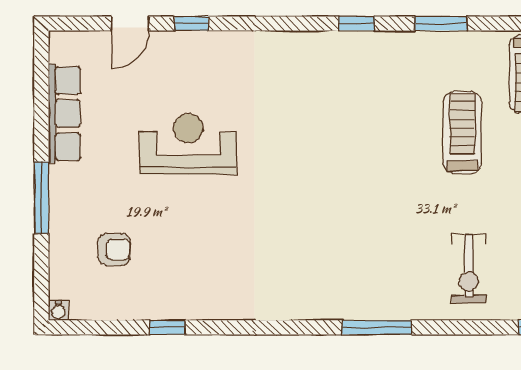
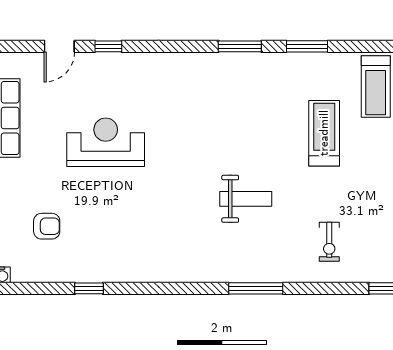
window: (357, 24) -> (240, 46), width x1.50
weight bench: (364, 215) -> (246, 199), added
exercise bike: (469, 269) -> (329, 242), width x0.73, depth x0.72

